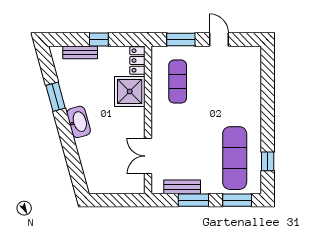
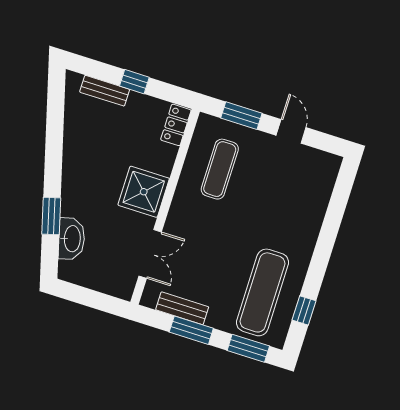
shower: (130, 92) -> (144, 192), moved
window: (56, 97) -> (51, 216), moved
washbasin: (79, 122) -> (72, 239), moved
double door: (148, 156) -> (150, 254), swing flipped

